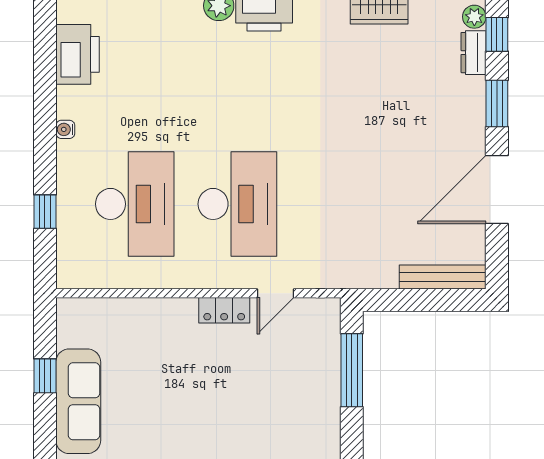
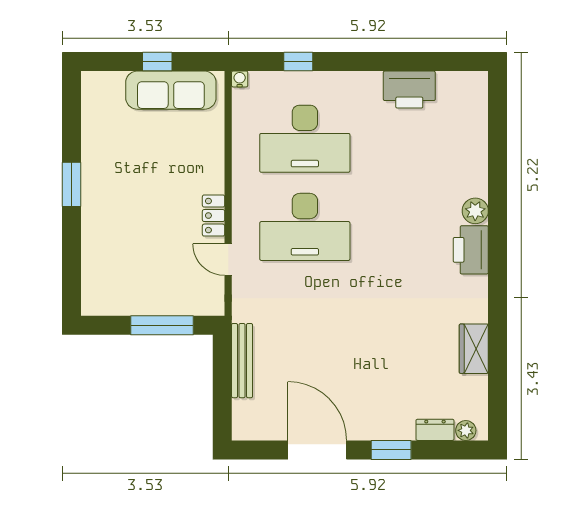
window: (497, 34) -> (451, 450), removed
printer: (78, 54) -> (409, 90), moved
water cooler: (65, 129) -> (240, 79), moved
bench: (443, 277) -> (242, 361), moved
sofa: (78, 401) -> (171, 90), moved

